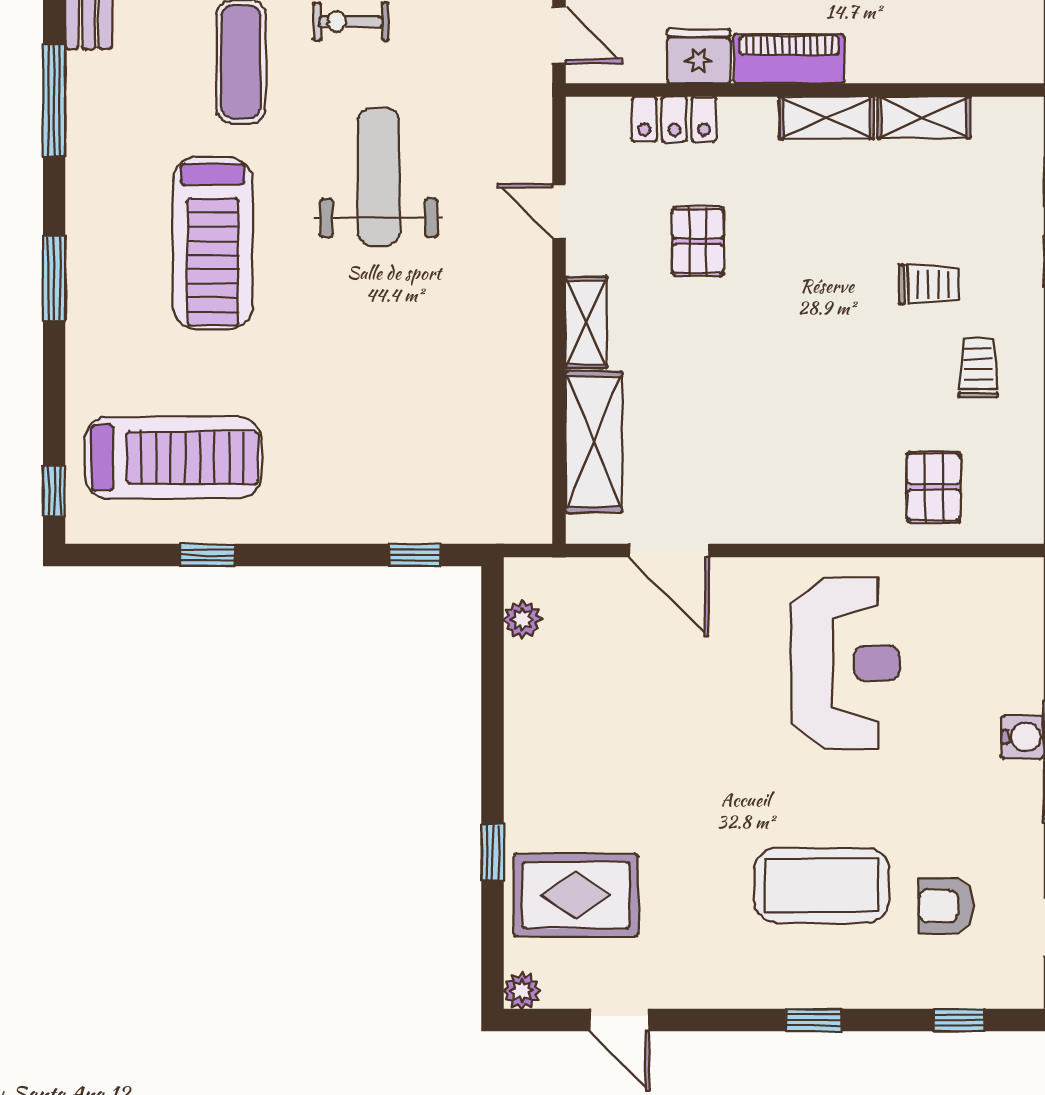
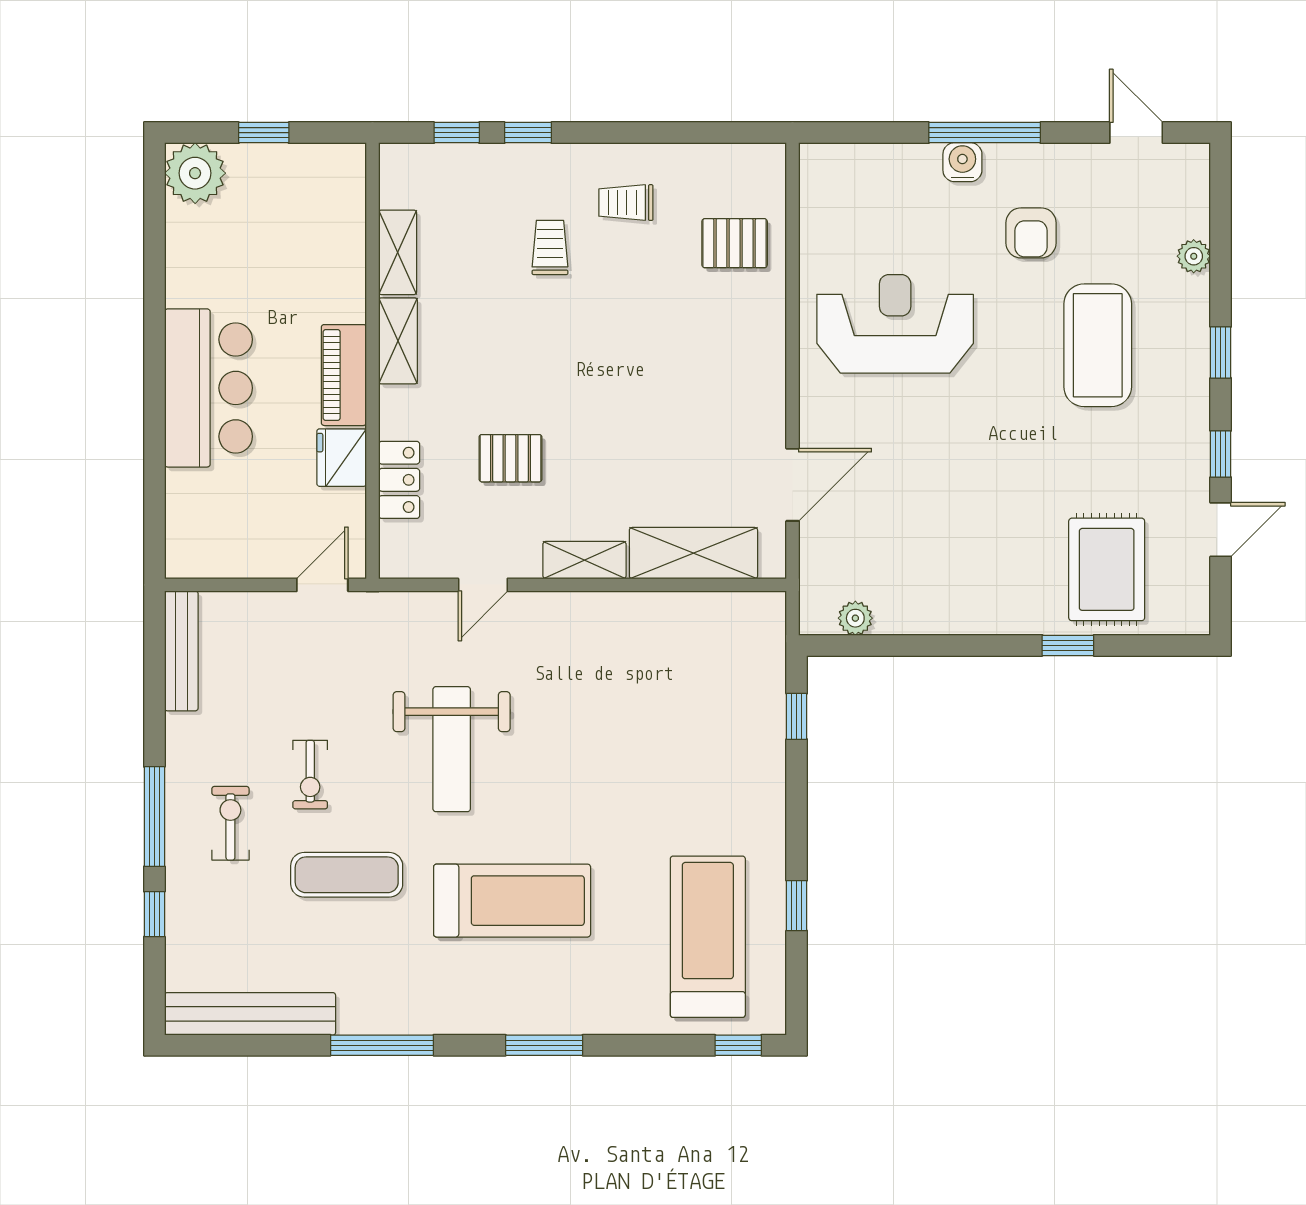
weight bench: (379, 177) -> (452, 749), turned -90
armchair: (946, 906) -> (1031, 233), moved
plant: (522, 991) -> (1194, 256), moved
window: (959, 1020) -> (1221, 454), moved

